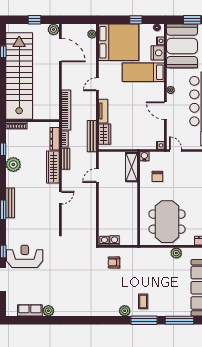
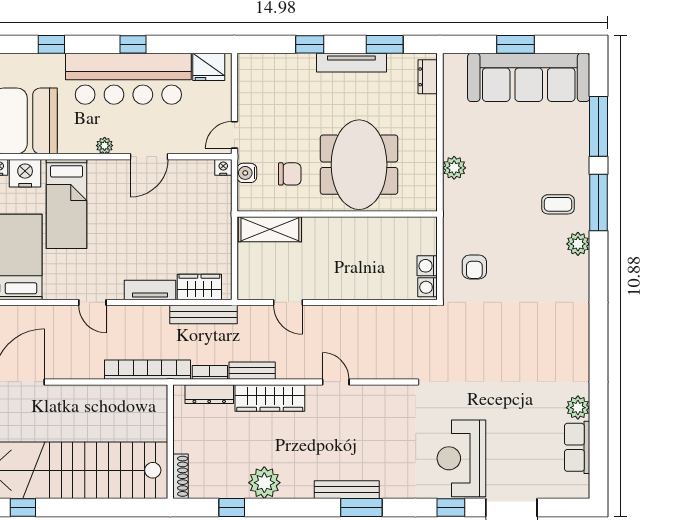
water cooler: (144, 156) -> (247, 173), moved
meeting table: (167, 222) -> (359, 165), moved, turned 90
plant: (176, 253) -> (454, 168), moved

